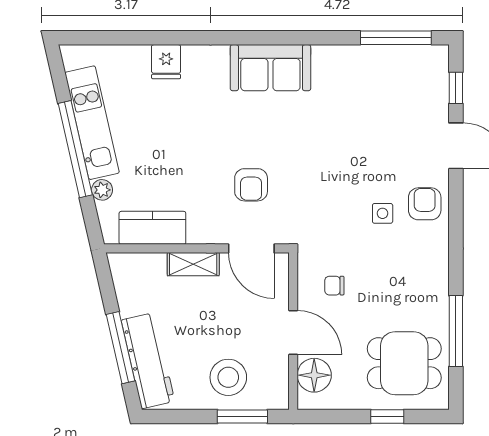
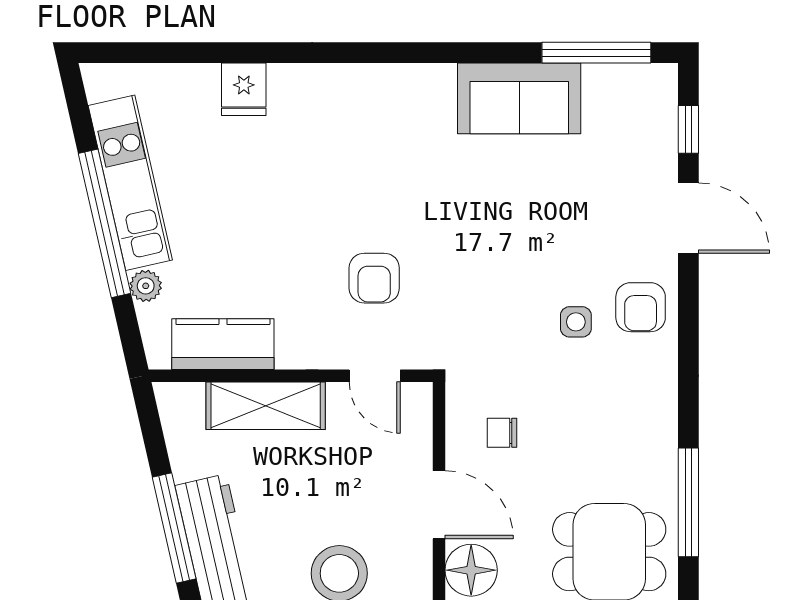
sofa: (270, 68) -> (519, 98), moved
armchair: (425, 204) -> (641, 307), turned 180
door: (251, 248) -> (375, 376), width x0.73
shelving: (193, 264) -> (266, 406), width x1.50, depth x1.33

